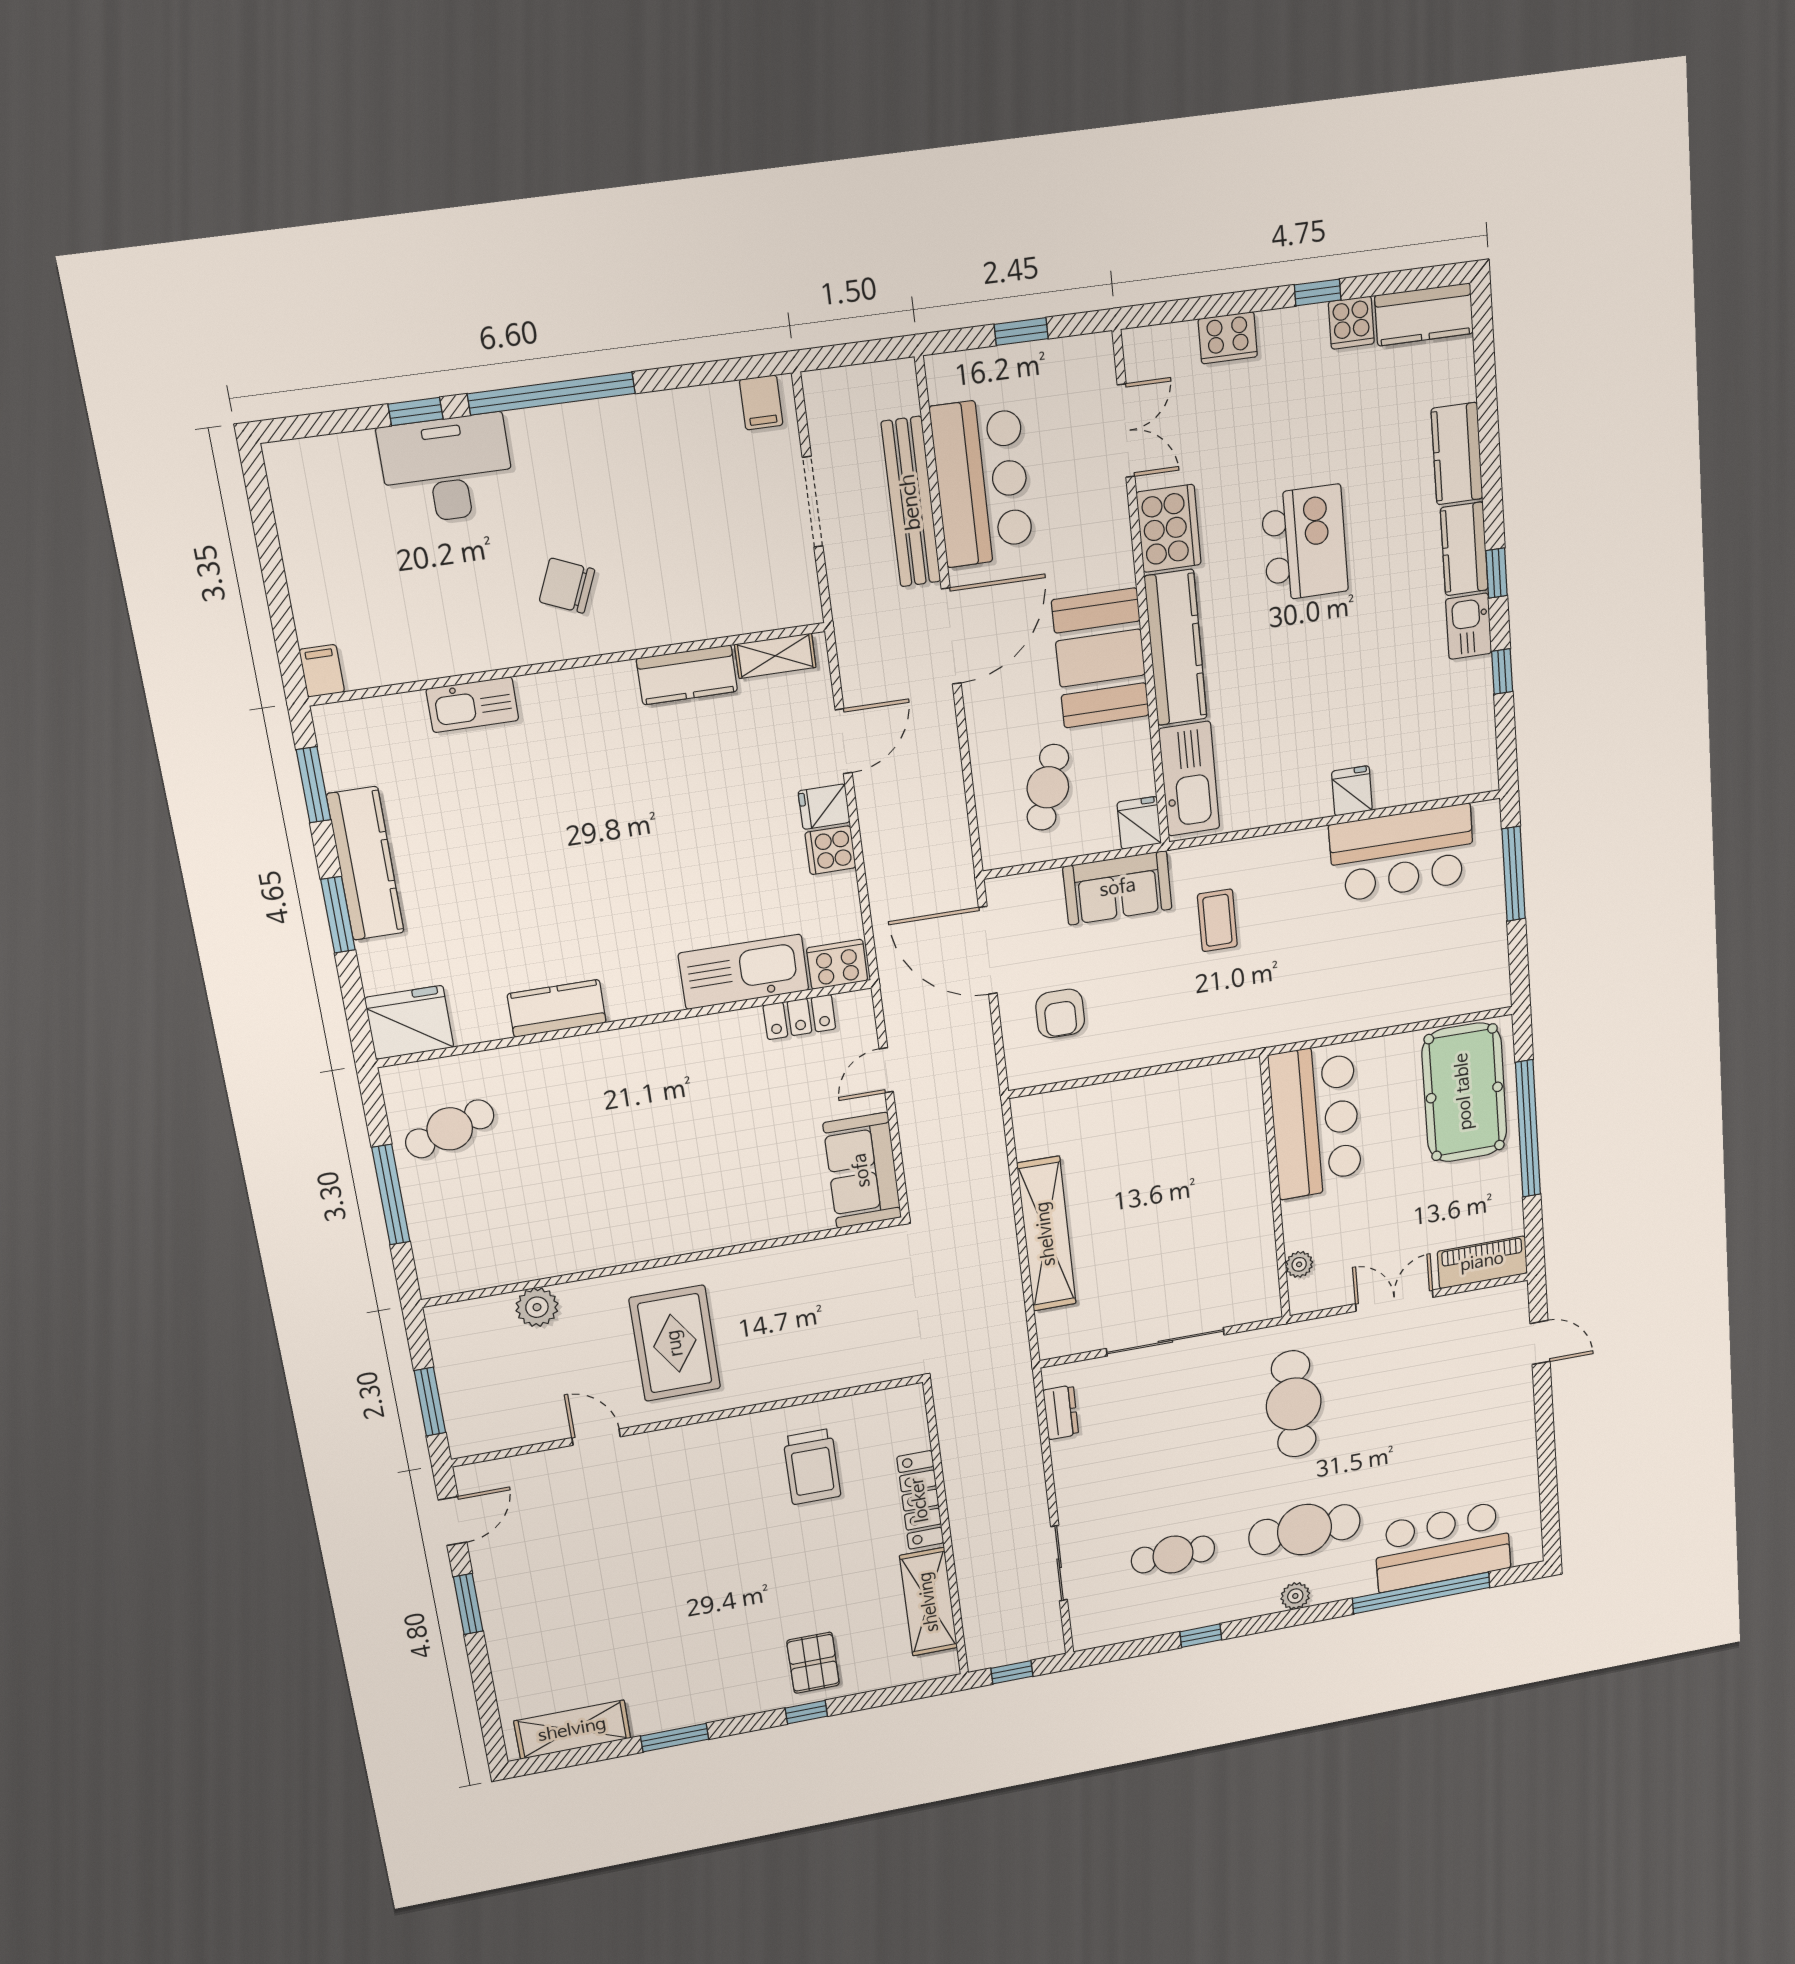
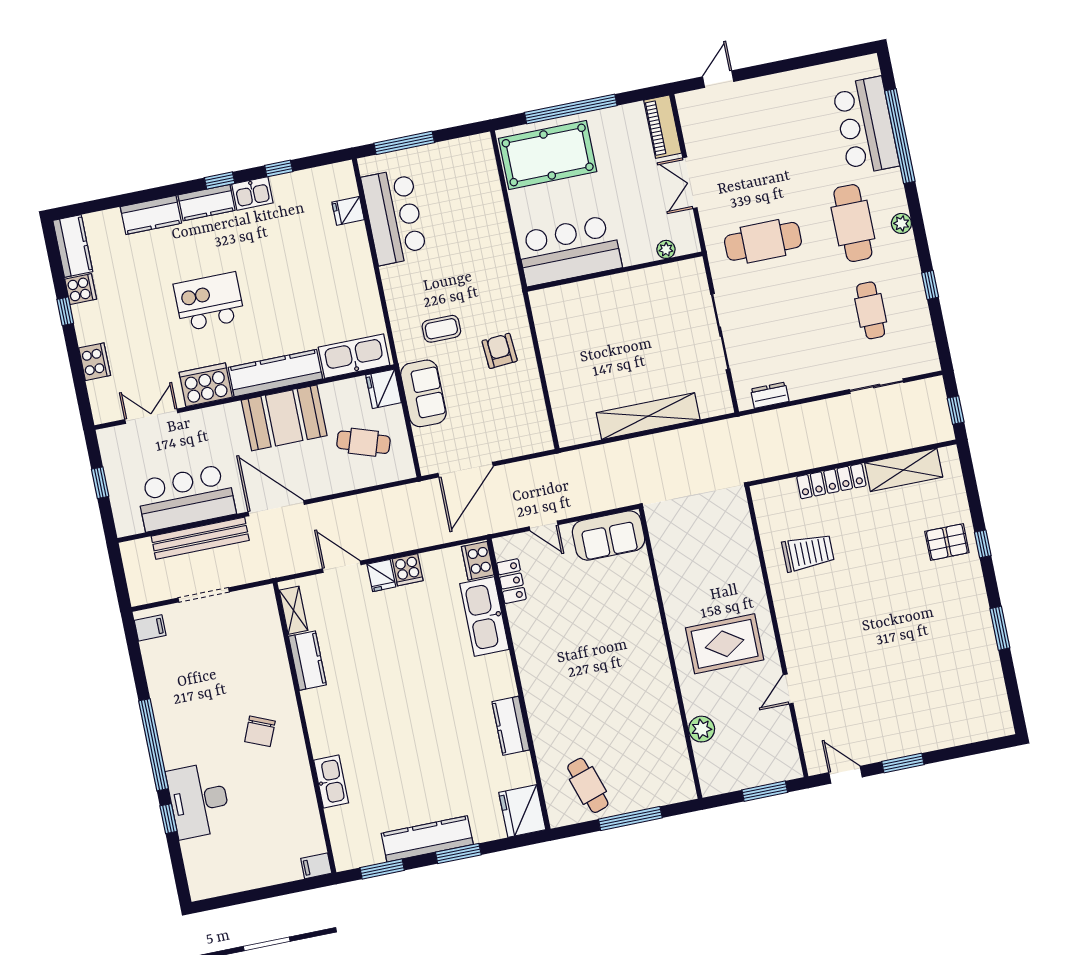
fridge: (1352, 791) -> (348, 211), moved
fridge: (1139, 823) -> (384, 389), width x1.38
armchair: (1060, 1013) -> (500, 351), moved, turned -94
shelving: (572, 1730) -> (993, 694), removed

